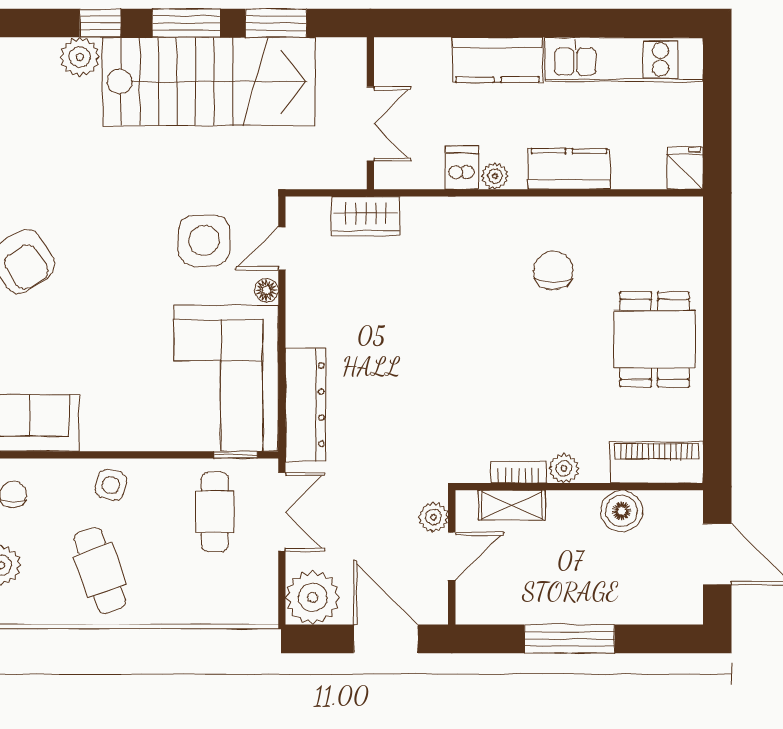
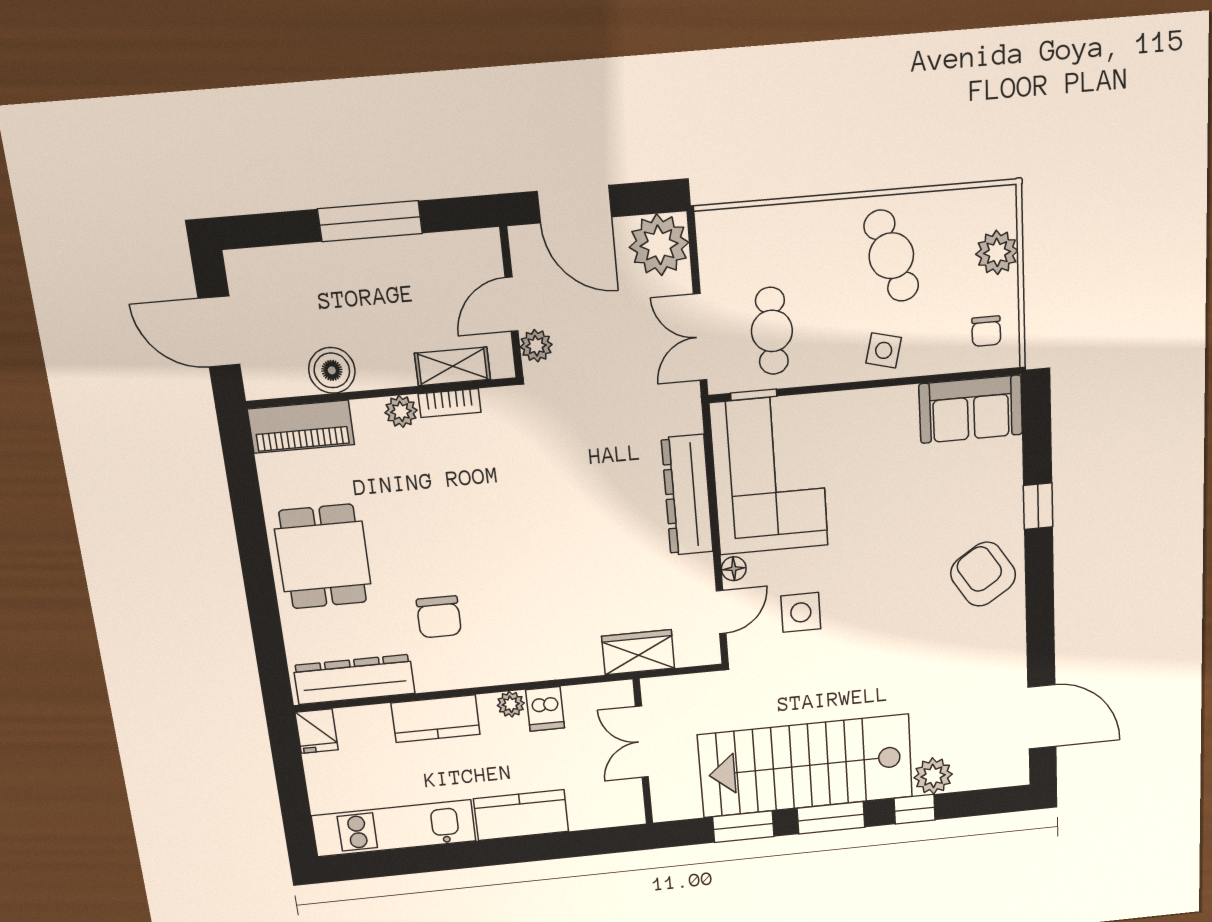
dresser: (642, 216) -> (354, 679), added
side table: (204, 240) -> (801, 612), width x0.73, depth x0.73
dresser: (306, 405) -> (687, 495), moved

